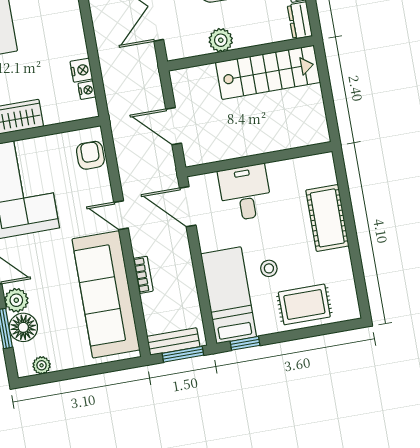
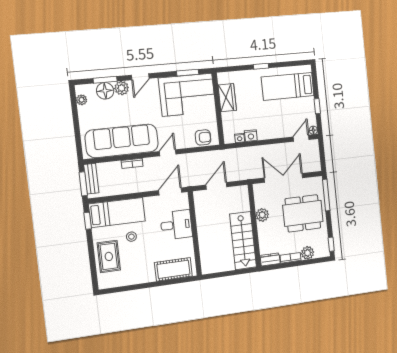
cot: (327, 218) -> (173, 269), moved

